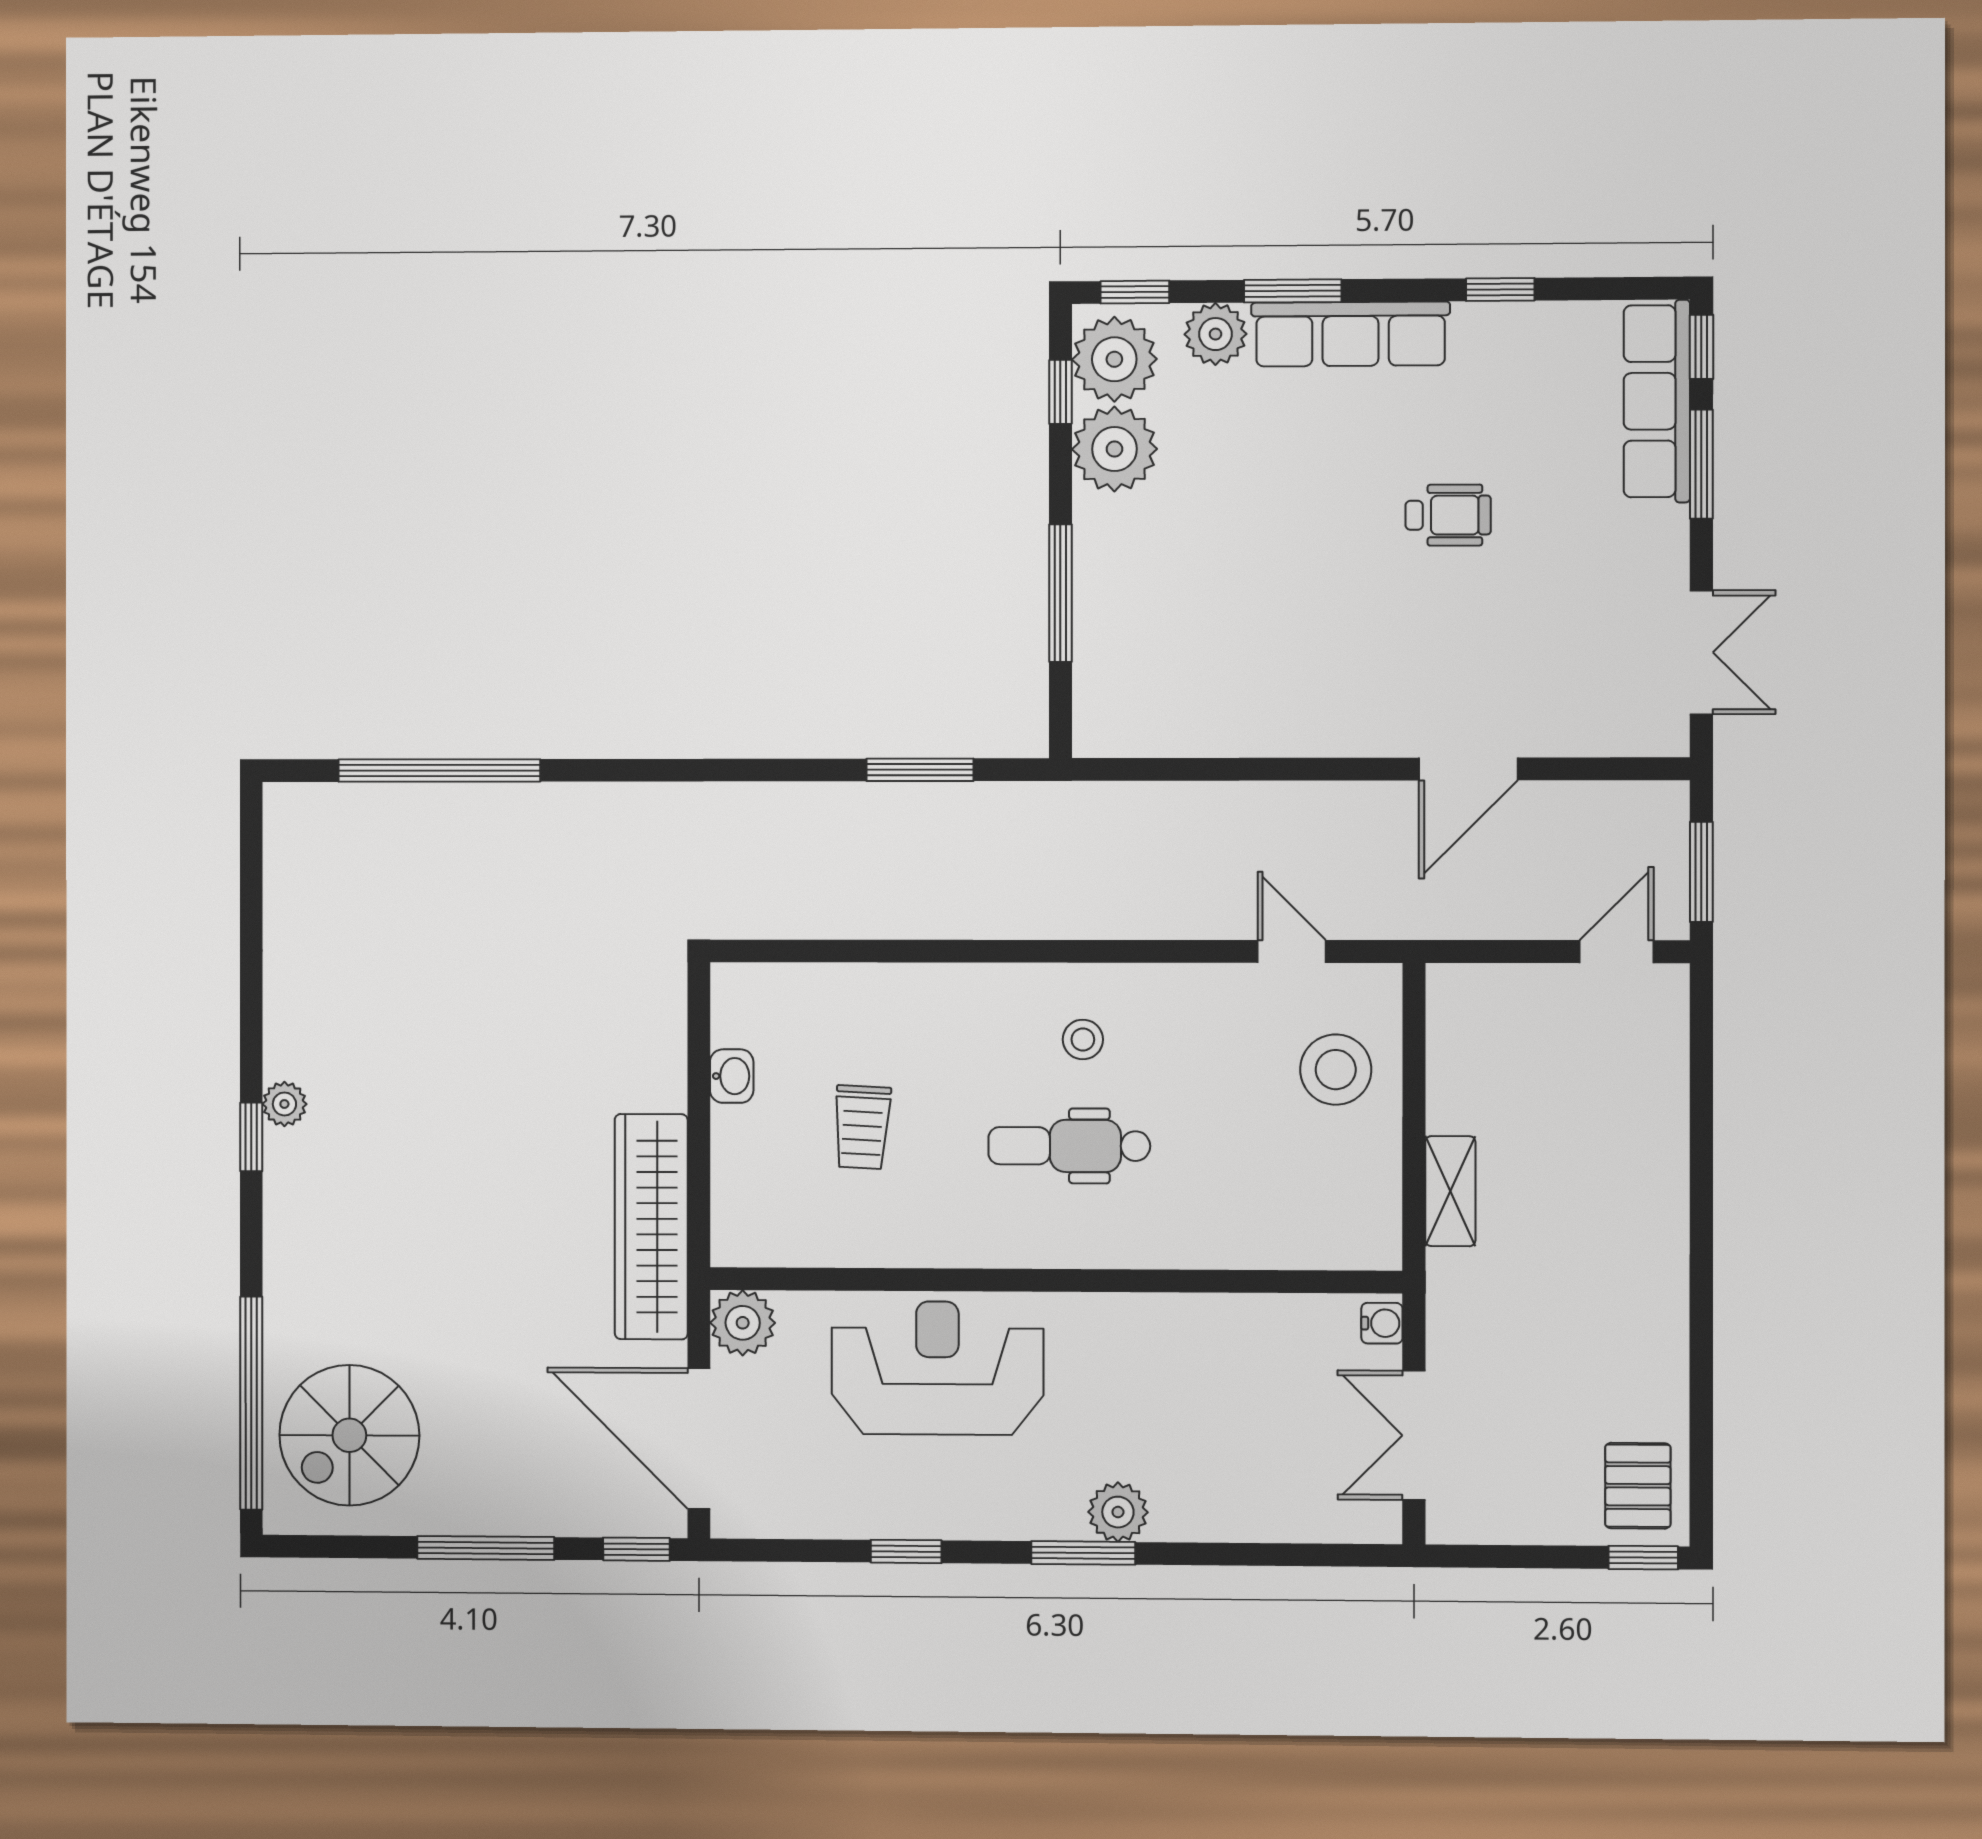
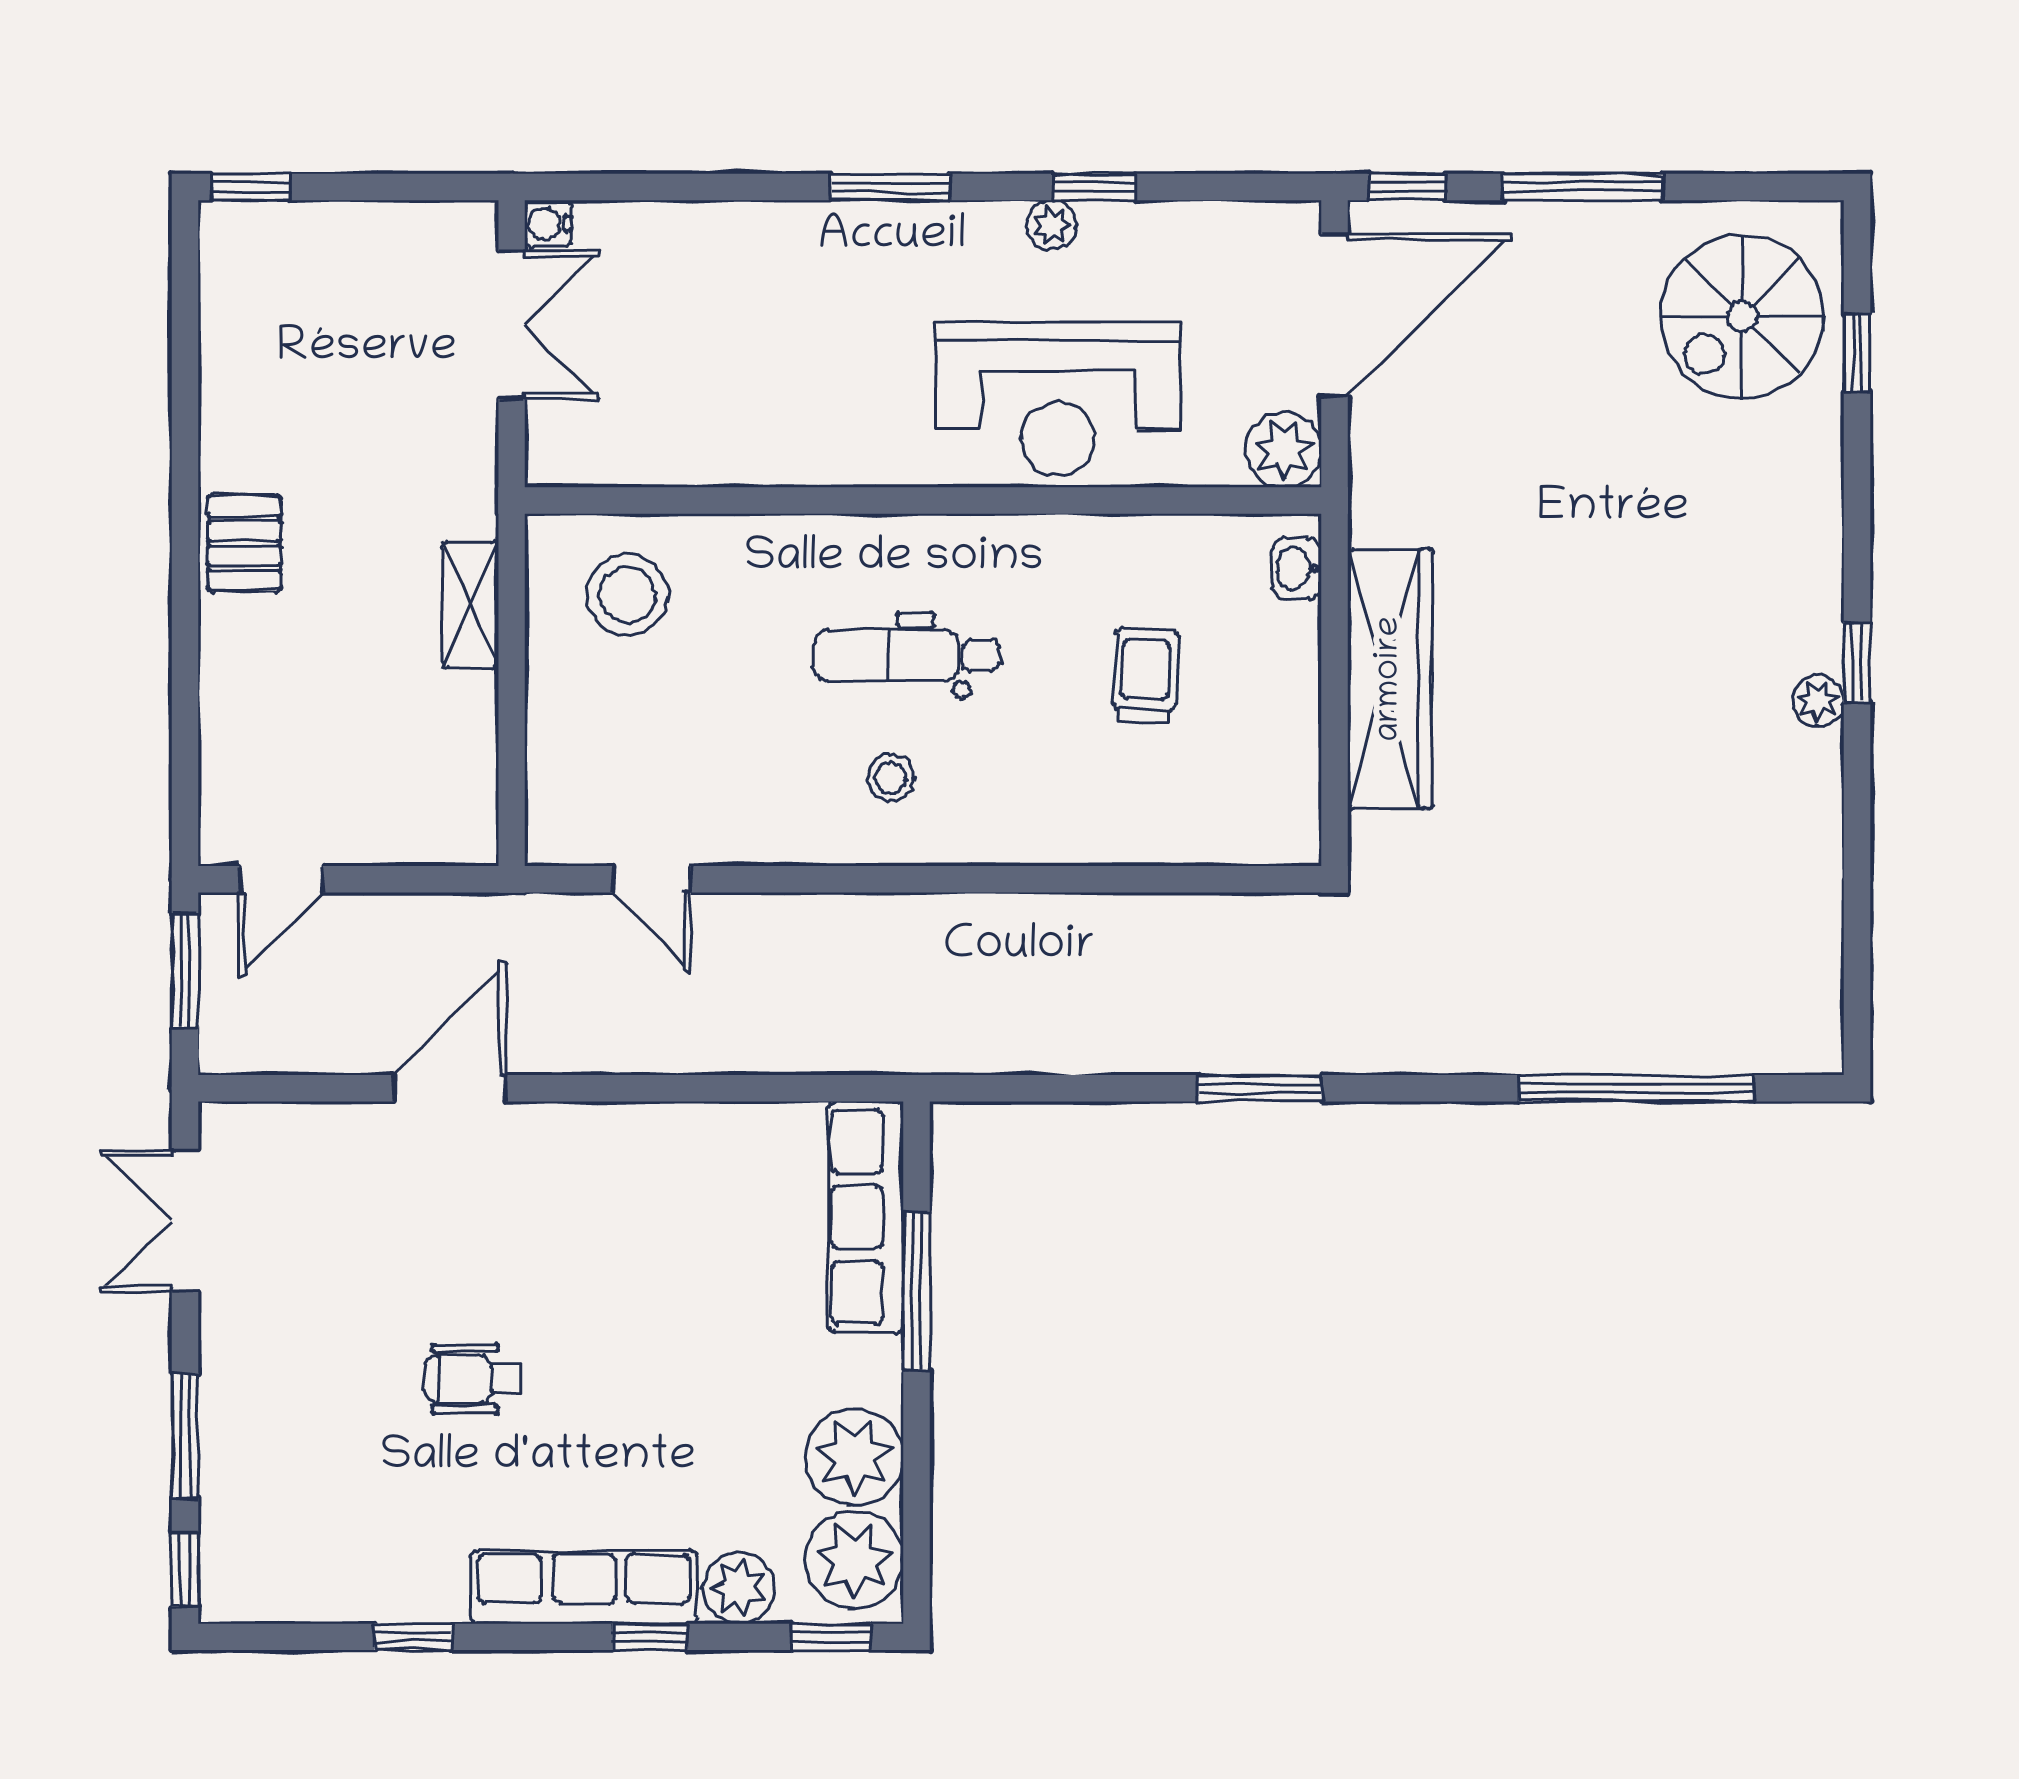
window: (1293, 291) -> (650, 1637), width x0.67
window: (1060, 392) -> (917, 1523), removed
row of seats: (1657, 401) -> (866, 1217), moved, turned 180
window: (920, 770) -> (1260, 1088), moved
stool: (1336, 1070) -> (627, 595), moved
washbasin: (732, 1076) -> (1296, 568), moved
dental chair: (1069, 1146) -> (906, 655), turned 180
wardrobe: (651, 1227) -> (1390, 679), moved
water cooler: (1382, 1323) -> (548, 223), moved
window: (251, 1403) -> (1857, 353), width x0.32
spiral stairs: (349, 1435) -> (1742, 317), turned 180
door: (699, 1439) -> (1335, 315), hinge flipped
pallet: (1638, 1486) -> (244, 543), moved
plant: (1118, 1512) -> (1051, 225), moved, width x0.73, depth x0.73

